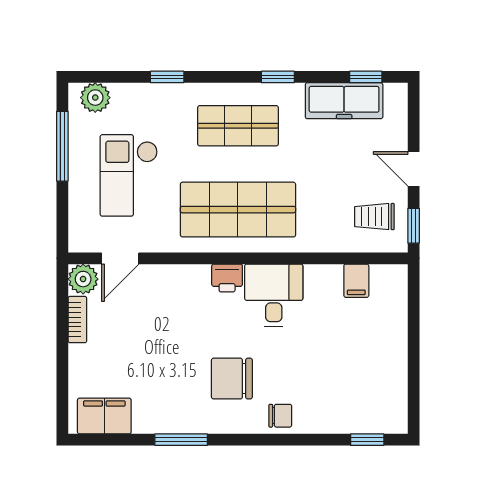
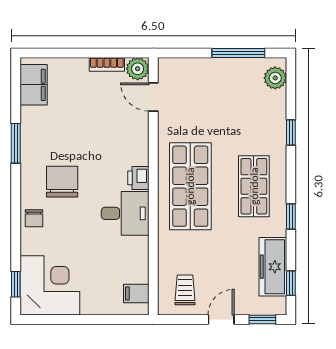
checkout: (129, 175) -> (216, 103), removed
window: (414, 226) -> (262, 319), moved
filing cabinet: (356, 281) -> (136, 294), moved
corner desk: (369, 395) -> (50, 285), added

